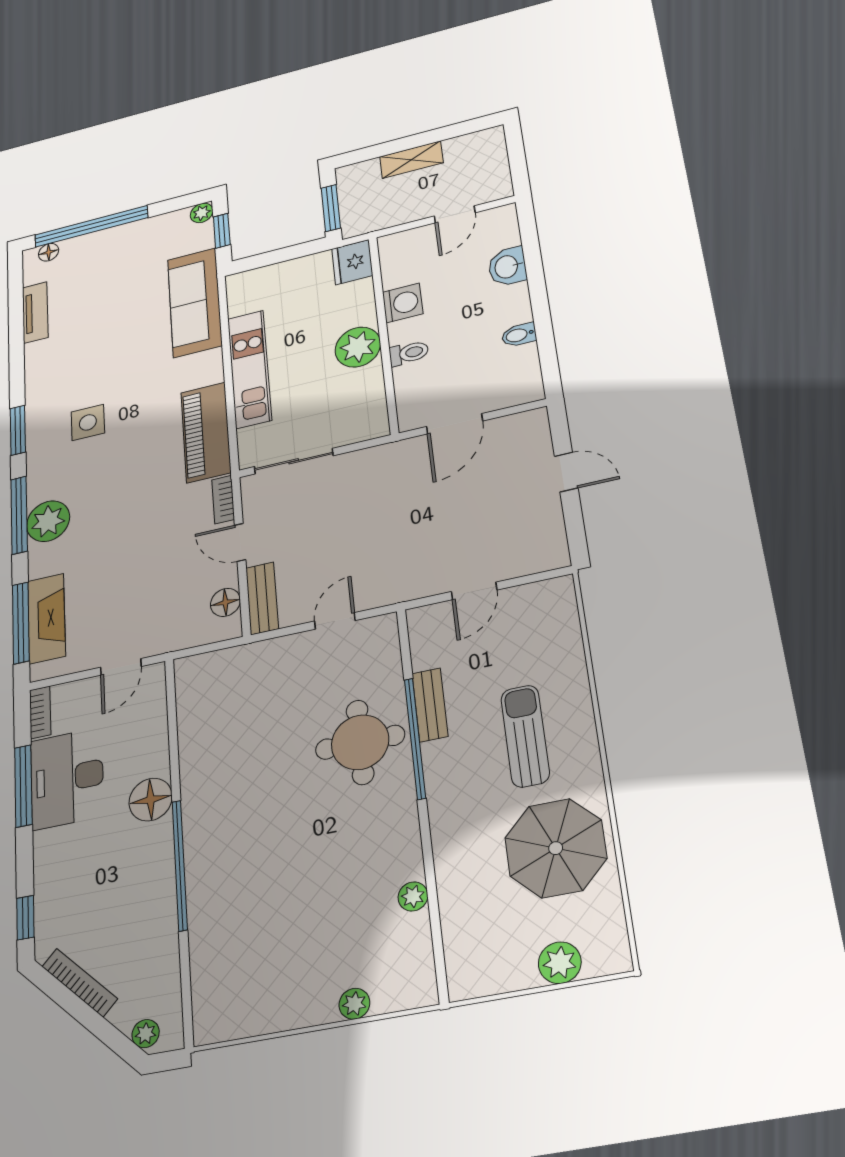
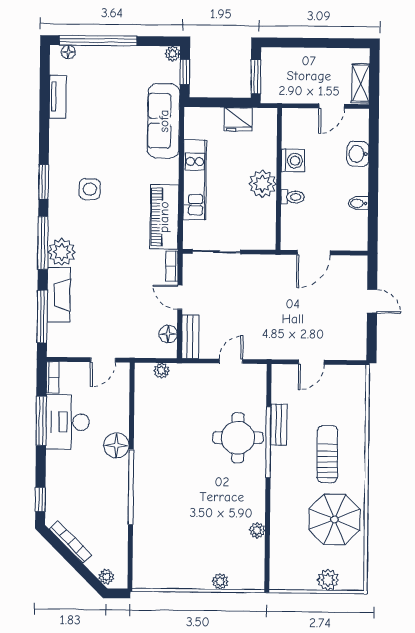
shelving: (411, 160) -> (361, 83), moved, turned 90
fridge: (352, 262) -> (238, 119), moved, turned -90
fireplace: (46, 619) -> (59, 295), moved
plant: (219, 662) -> (162, 371), added

